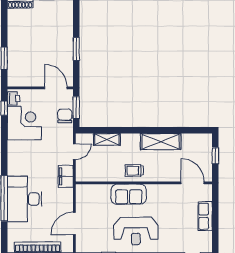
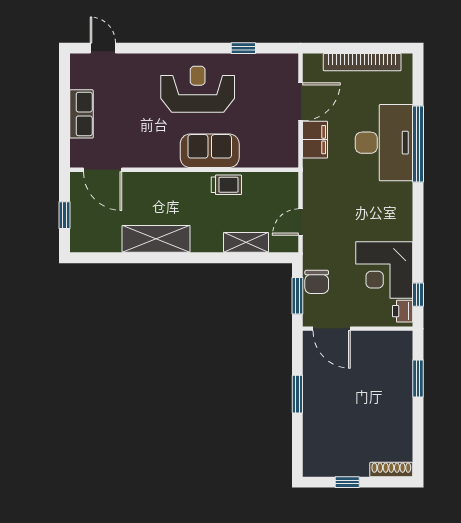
trolley: (134, 171) -> (226, 185), moved
filing cabinet: (66, 176) -> (315, 140), moved

